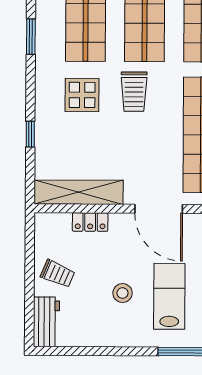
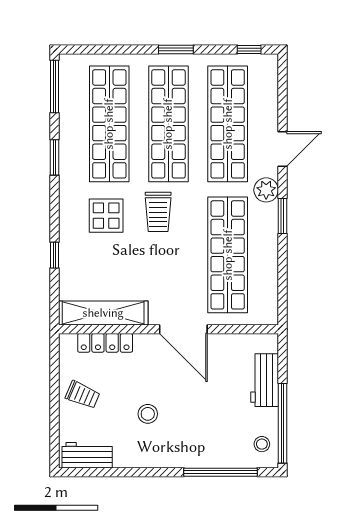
locker: (90, 222) -> (105, 343), width x1.53
lab bench: (169, 296) -> (195, 417), removed
workbench: (46, 322) -> (87, 455), moved, turned -90

